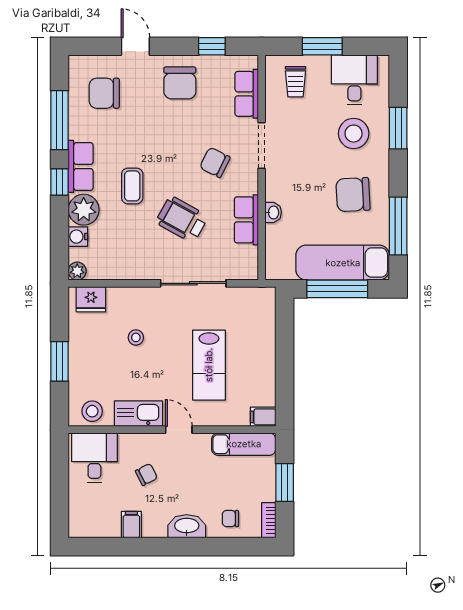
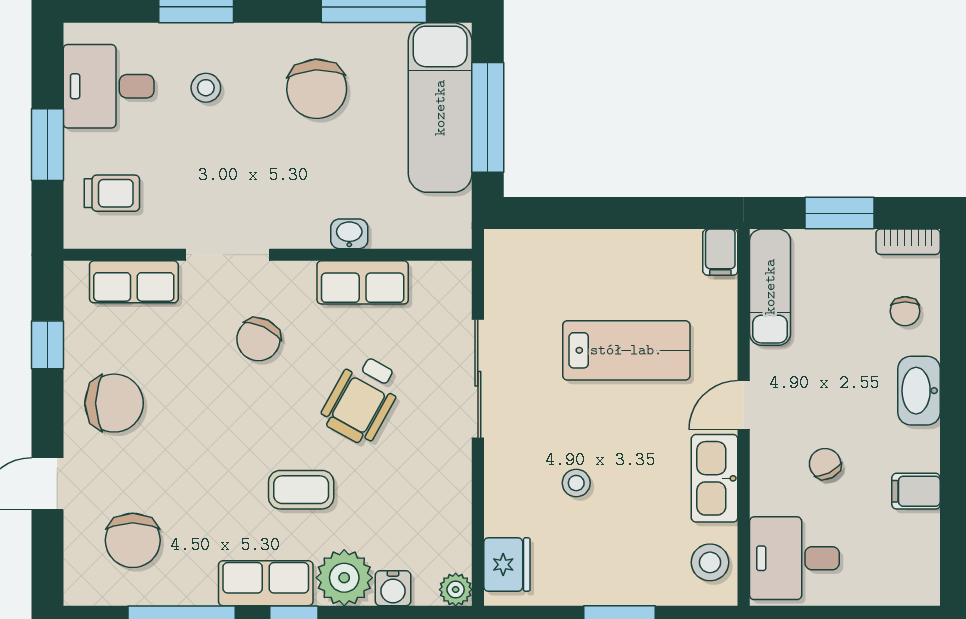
stool: (354, 134) -> (206, 88), width x0.53, depth x0.53

